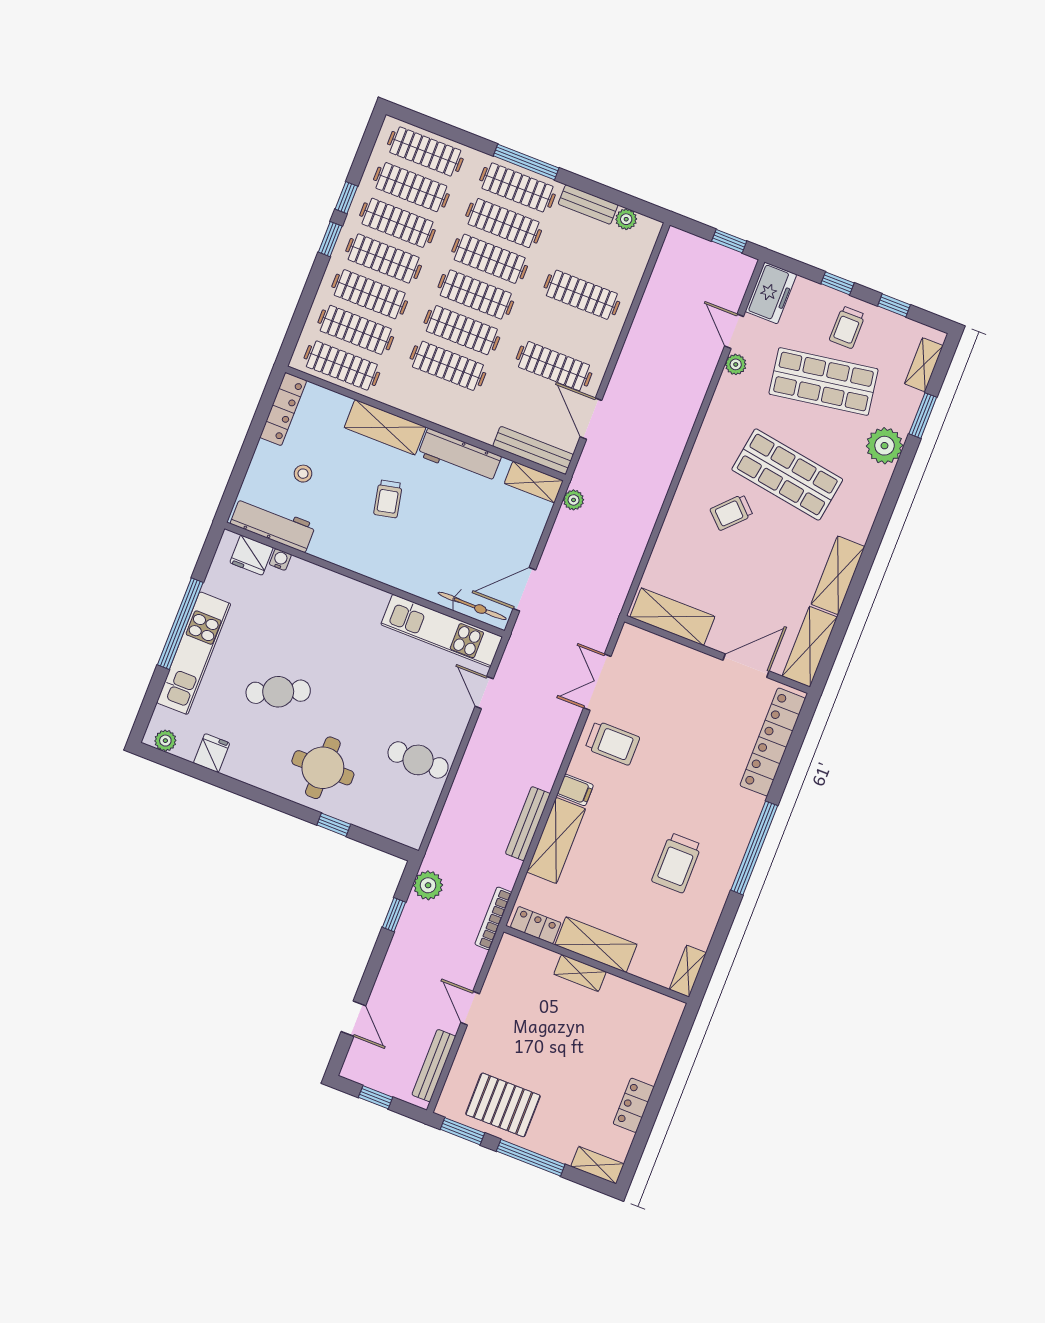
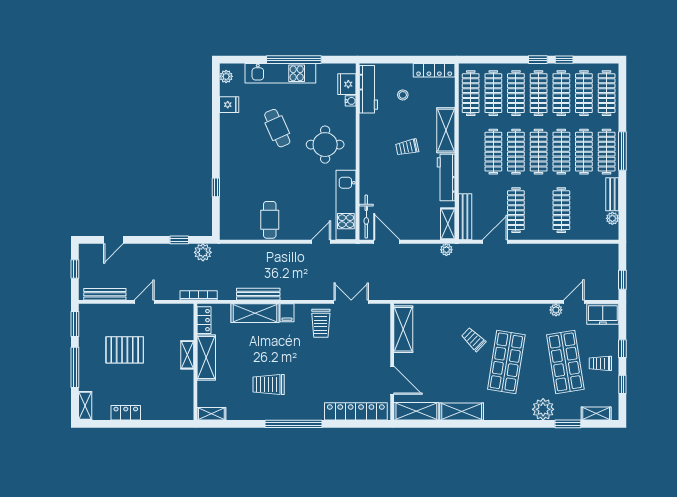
round table: (323, 768) -> (325, 145), moved
pallet: (503, 1105) -> (125, 350), moved, turned 90

